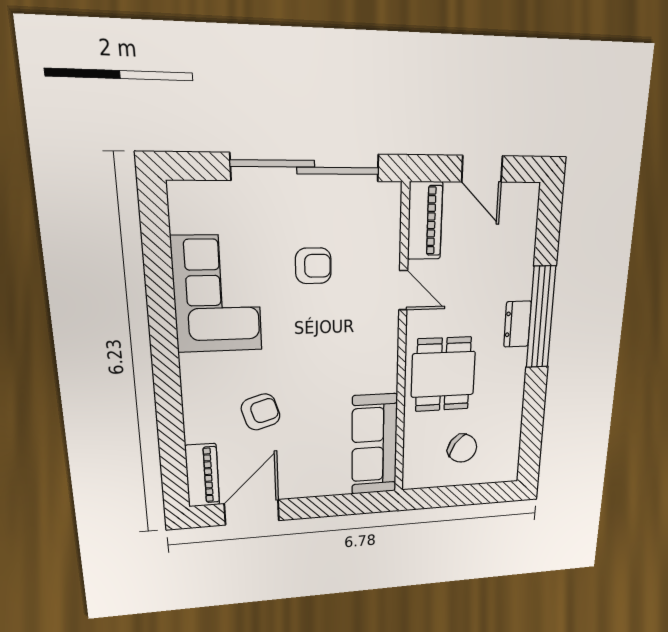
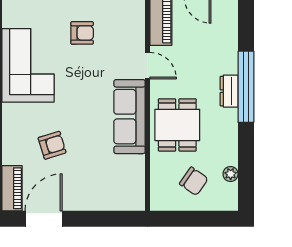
armchair: (313, 266) -> (82, 33), moved
plant: (511, 436) -> (231, 174), added
sofa: (374, 444) -> (130, 117), moved

